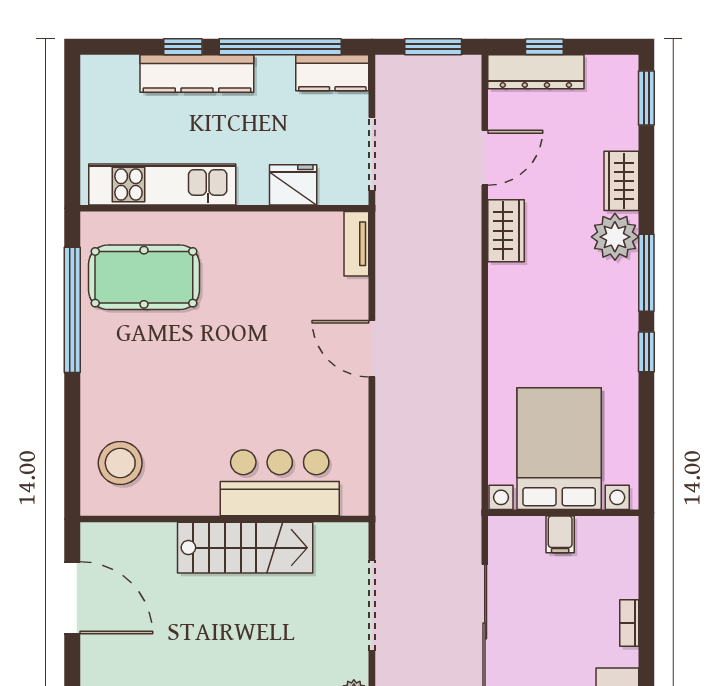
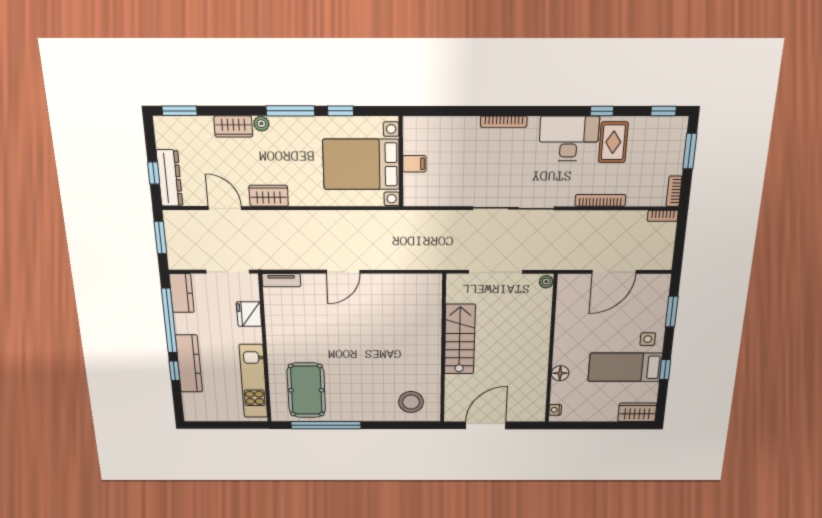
plant: (615, 237) -> (261, 124), width x0.53, depth x0.53
bed with nightstands: (559, 449) -> (361, 164), moved
bar counter: (280, 483) -> (422, 321), removed
wall: (563, 513) -> (401, 162), moved
filing cabinet: (560, 534) -> (414, 164), moved
bookcase: (629, 623) -> (504, 122), width x1.56

